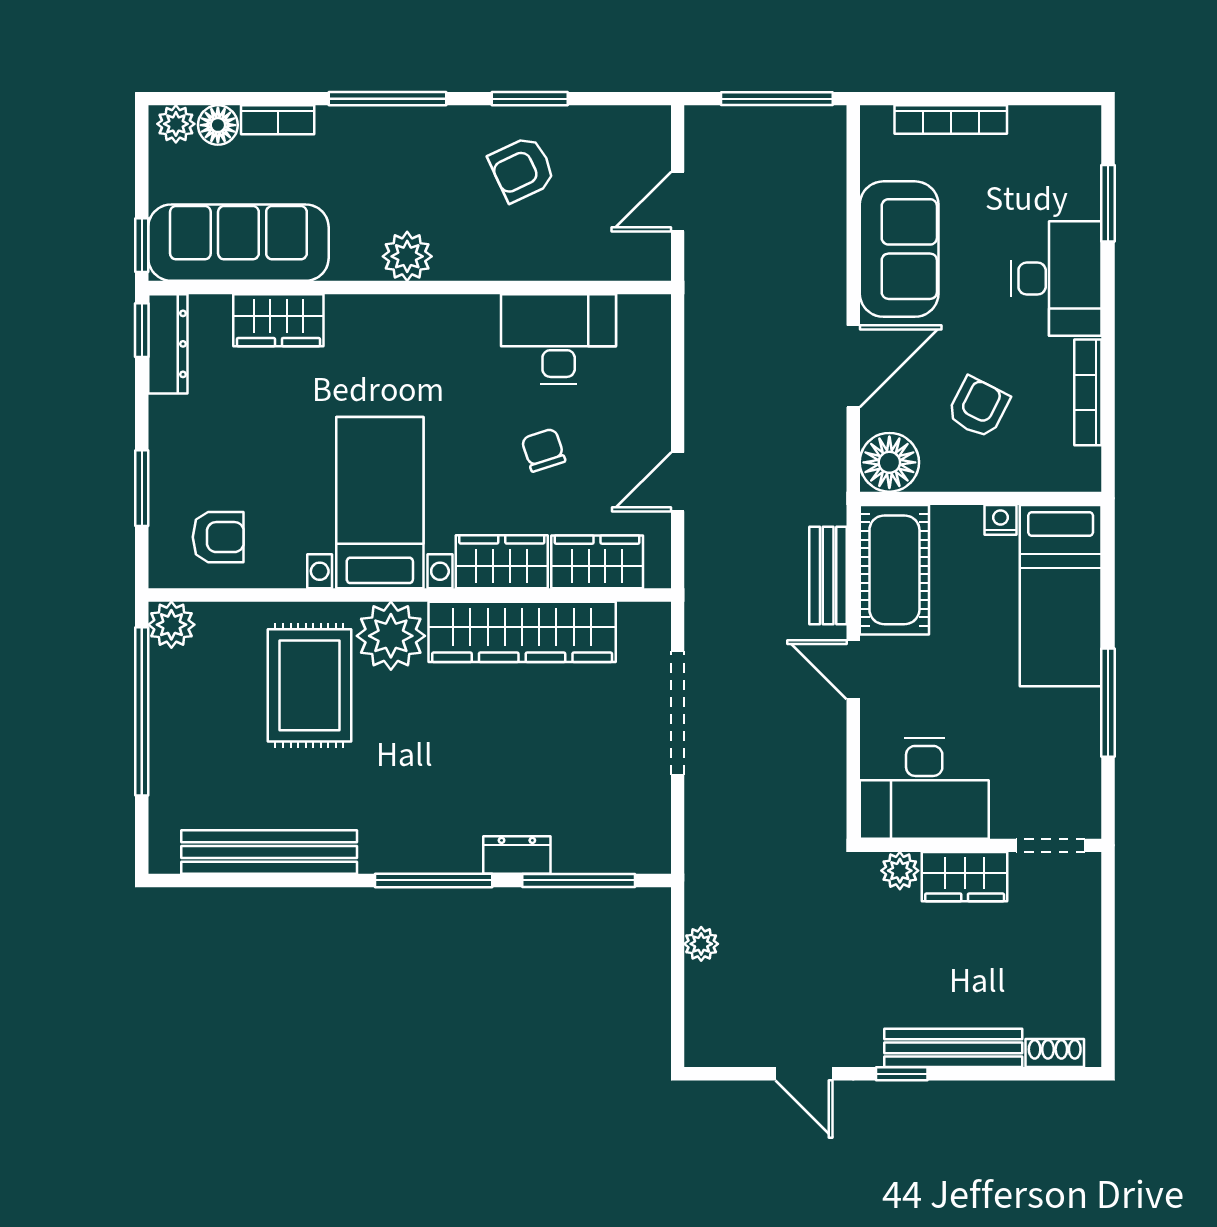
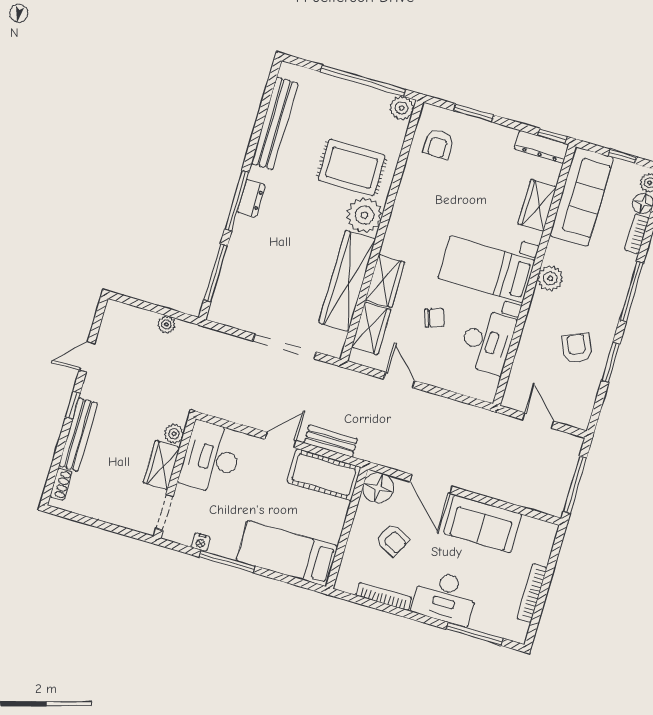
bookcase: (951, 120) -> (532, 593), moved
window: (1108, 203) -> (475, 634), width x1.44
window: (142, 245) -> (622, 156), moved
bed with nightstands: (380, 503) -> (486, 269), moved, turned 180
nightstand: (1000, 520) -> (201, 542), moved, turned 90
dresser: (517, 855) -> (251, 198), moved

